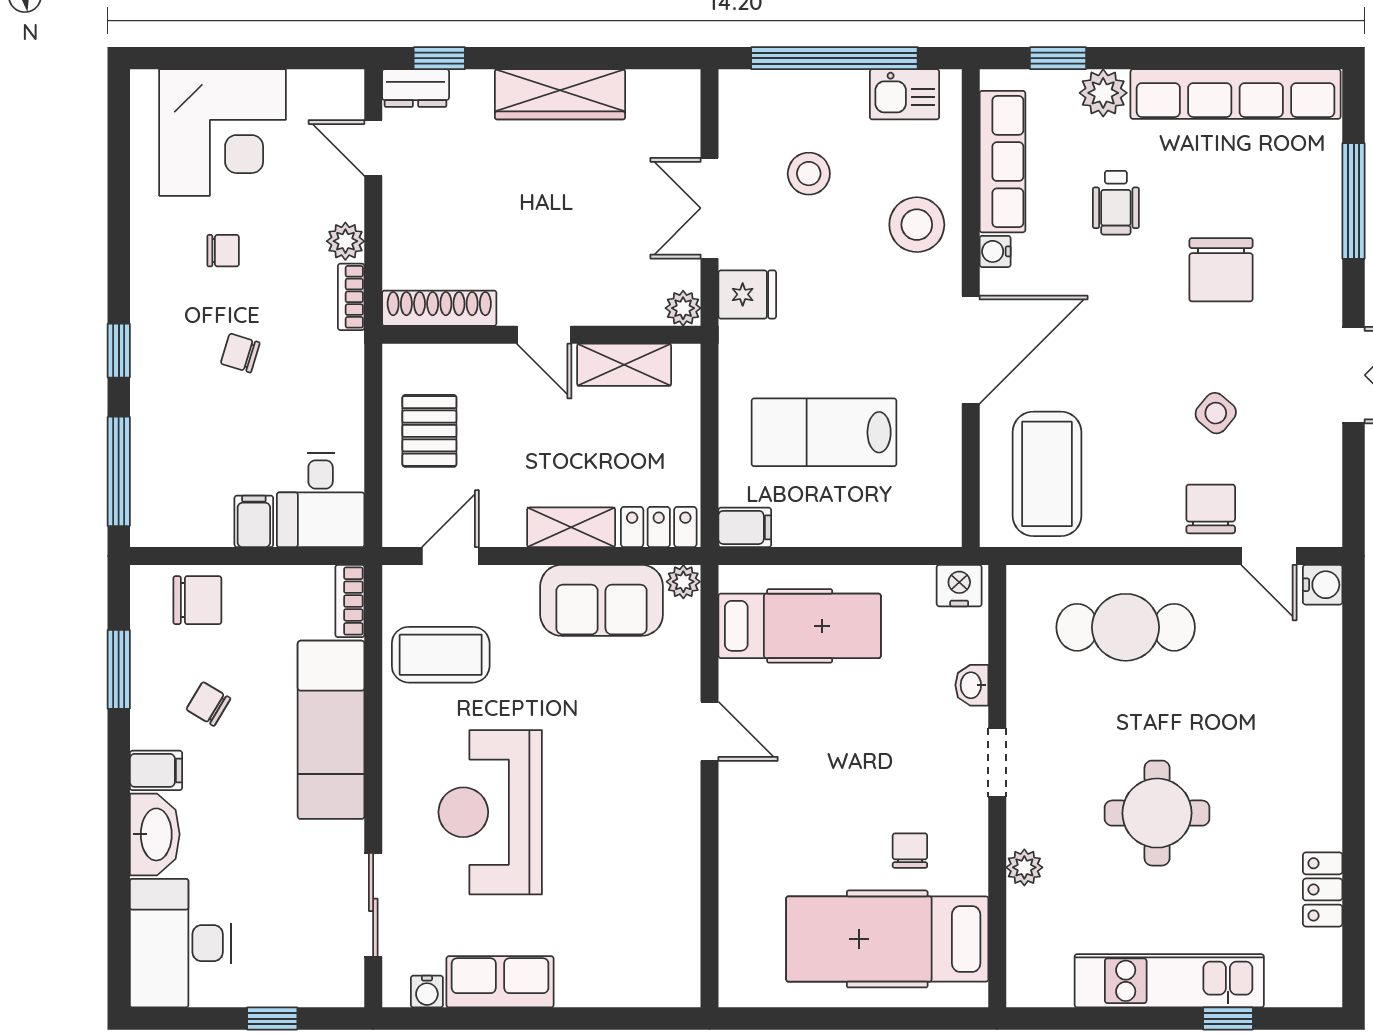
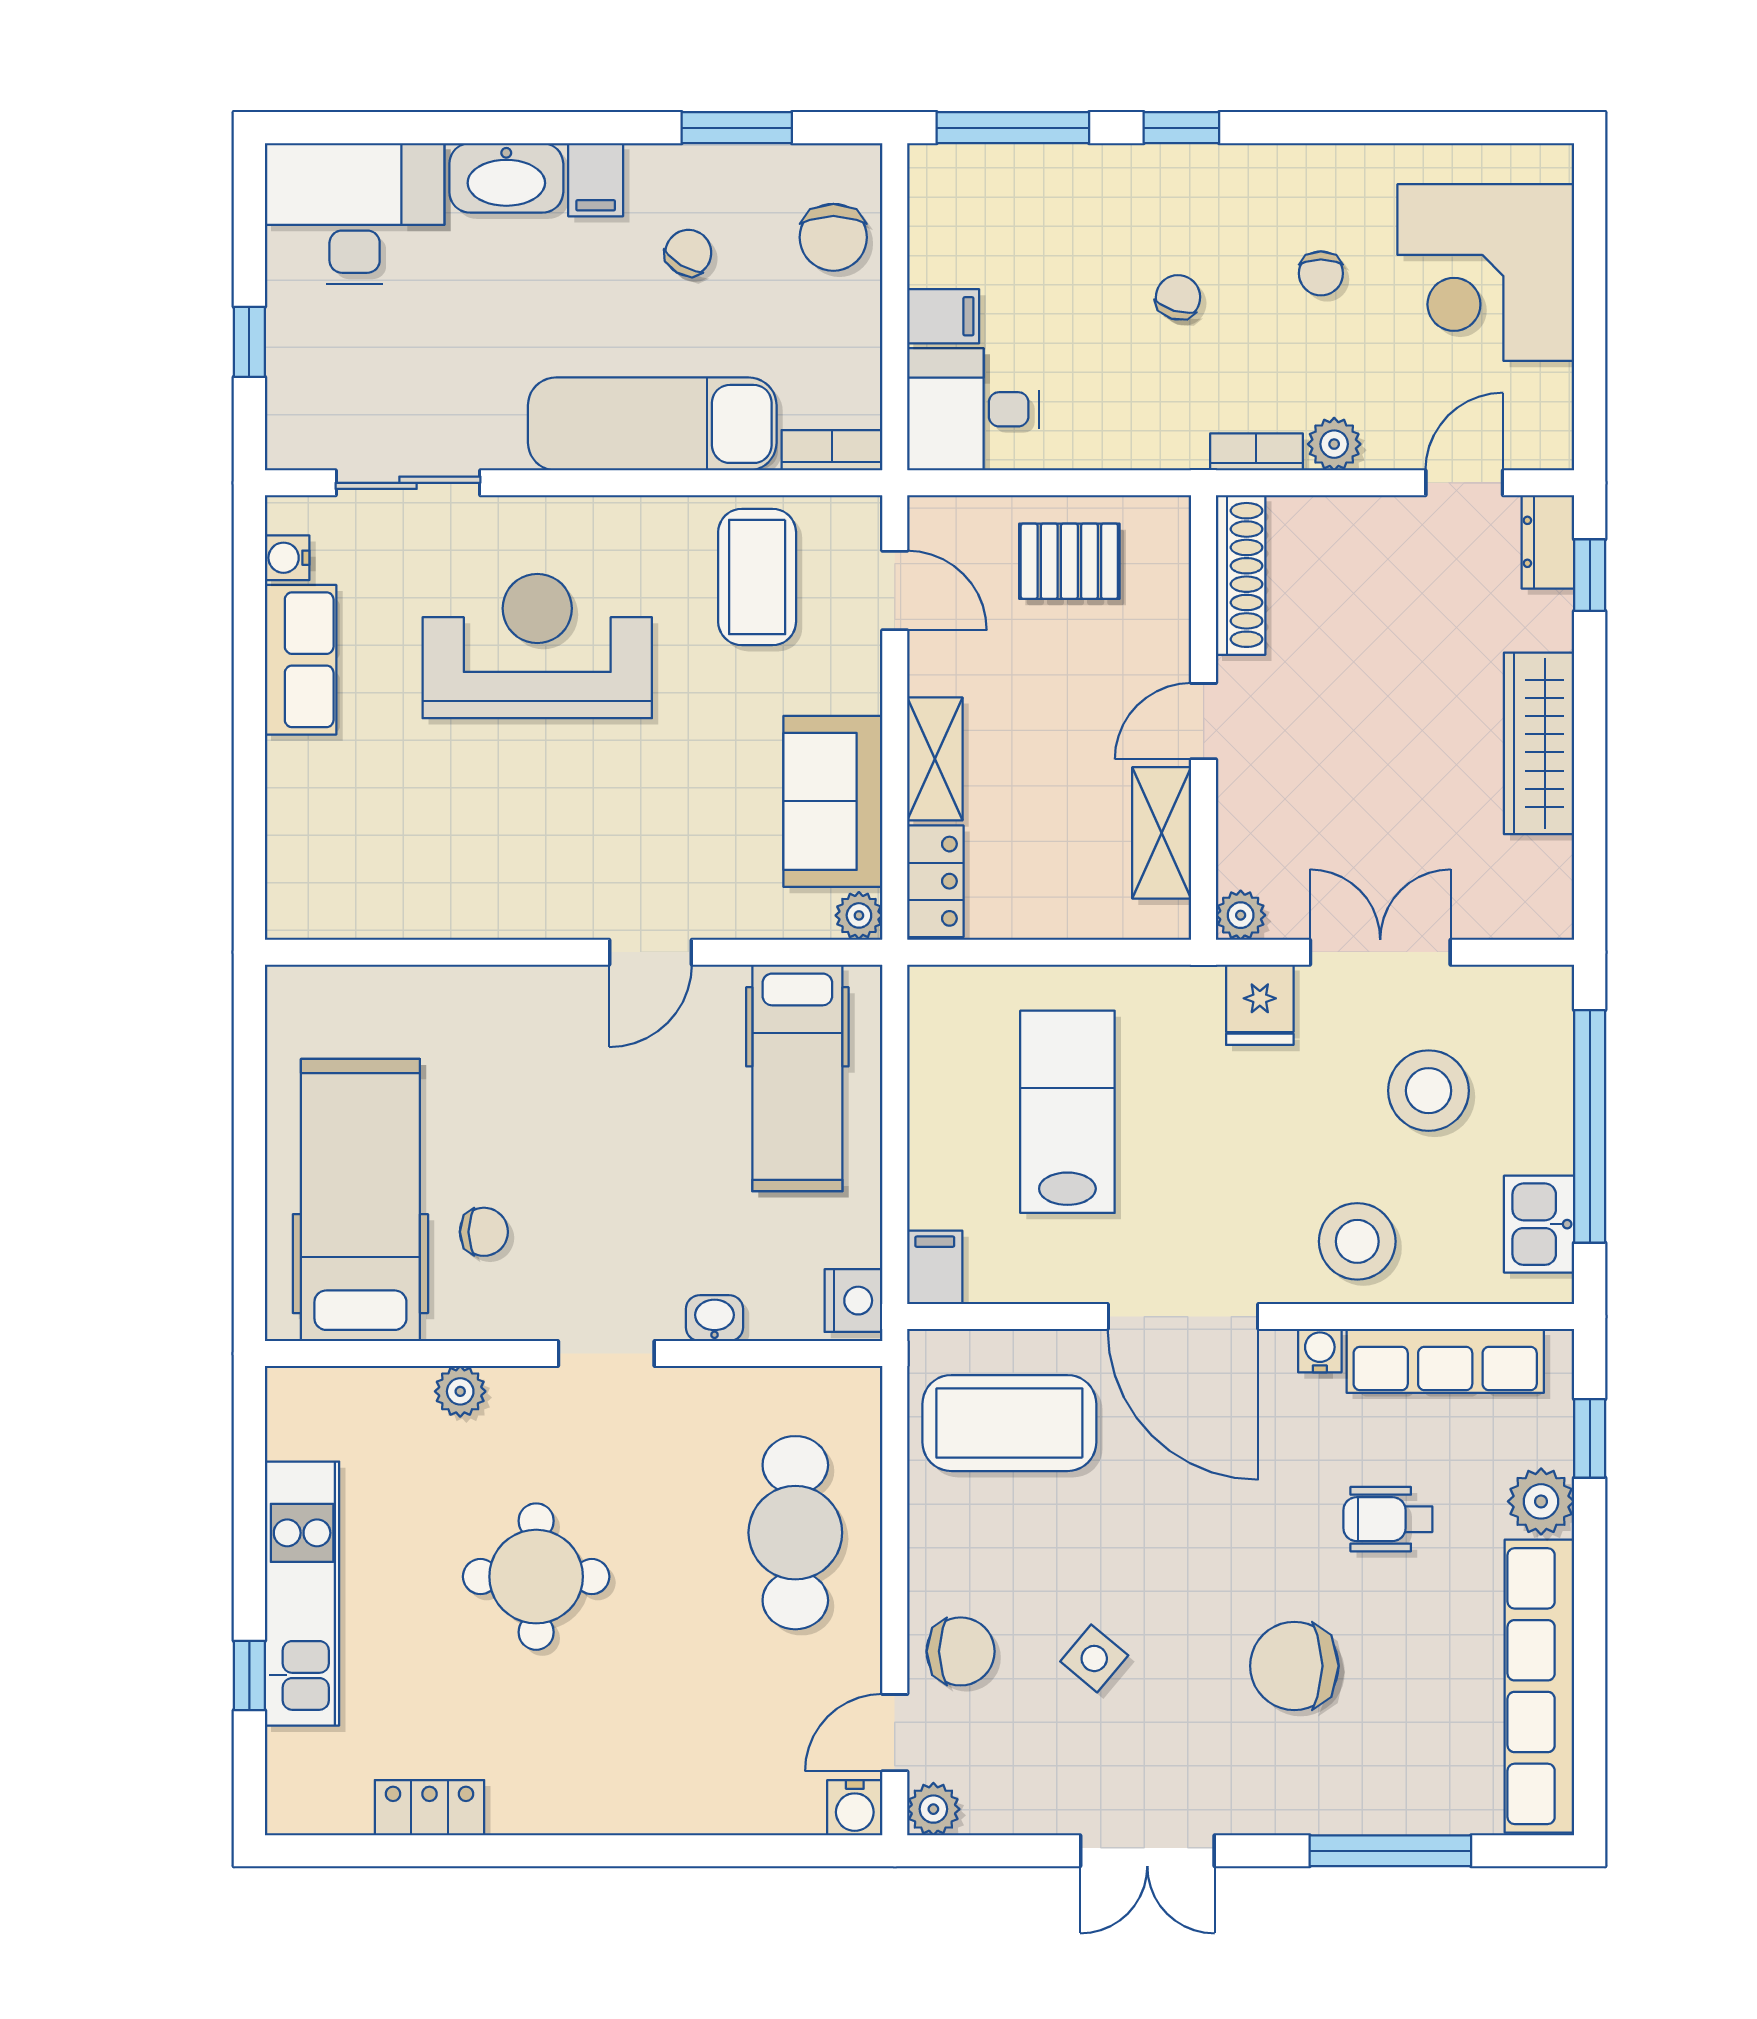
stool: (809, 174) -> (1429, 1091), width x1.38, depth x1.38
filing cabinet: (745, 527) -> (935, 1267), moved, turned 180
plant: (1324, 528) -> (933, 1809), added

